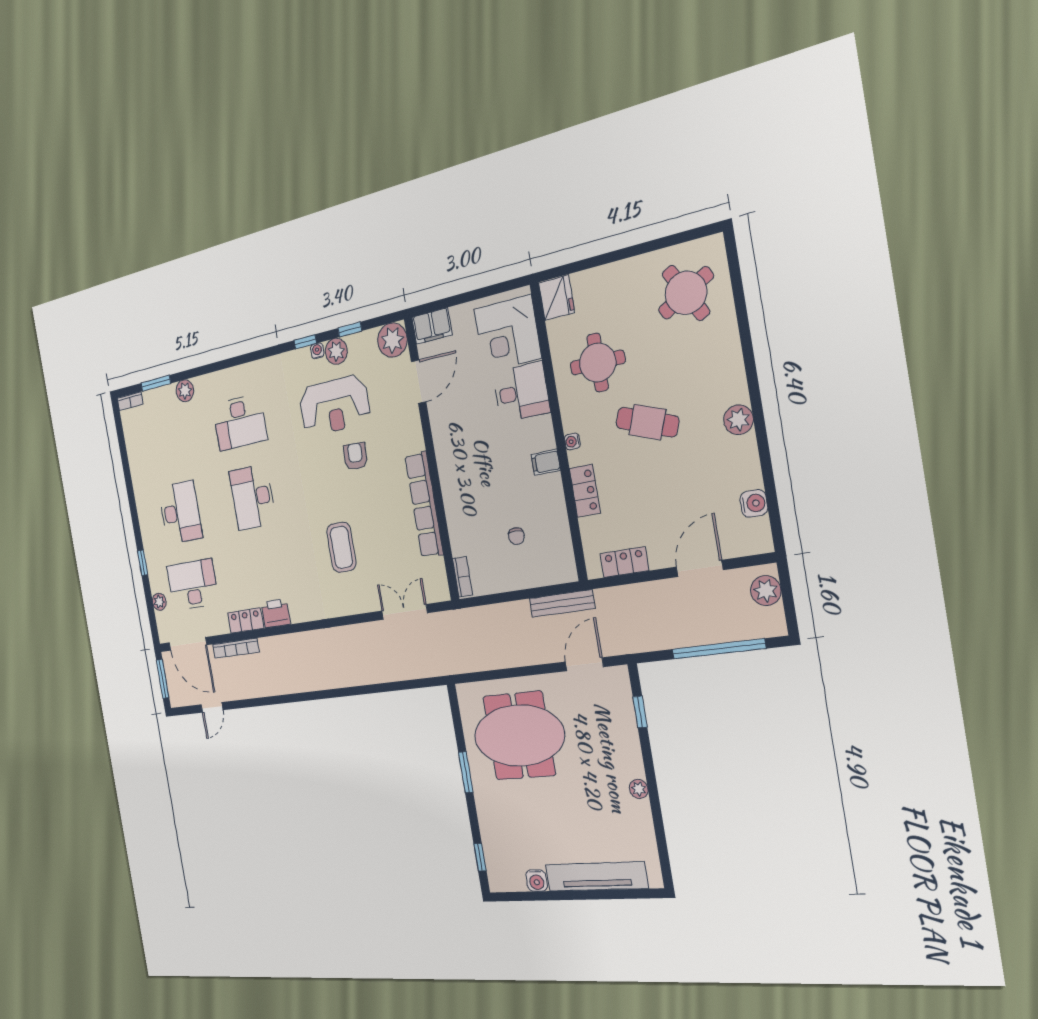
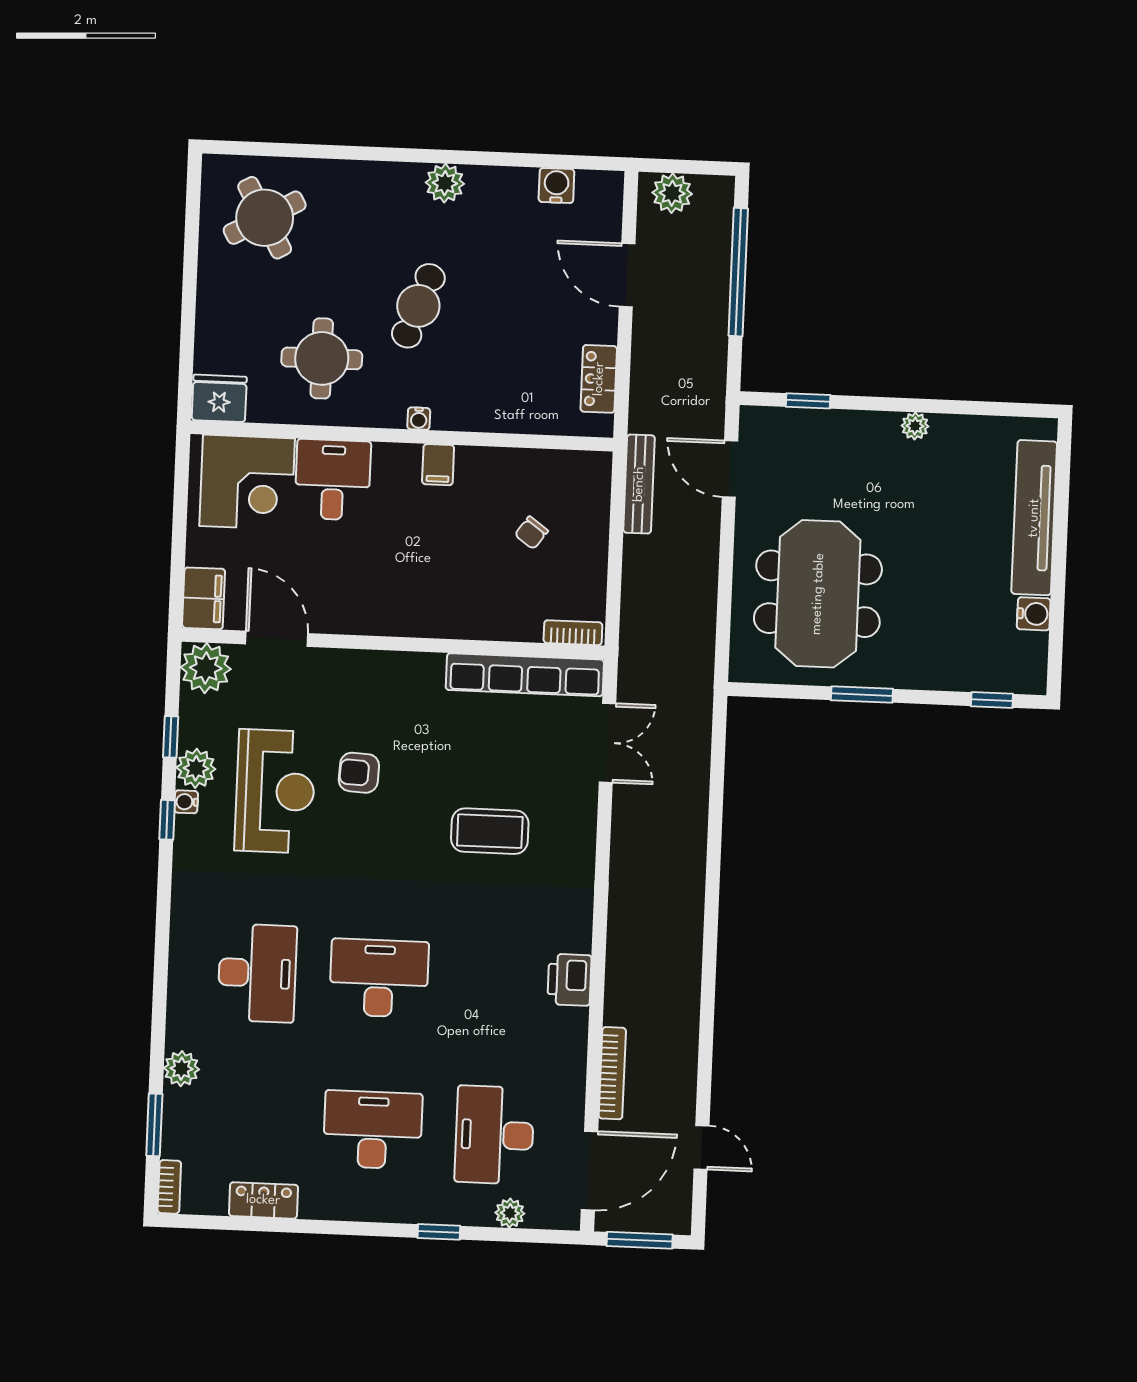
locker: (585, 491) -> (490, 415), removed
desk: (253, 497) -> (379, 978), turned 180
row of seats: (424, 505) -> (525, 675), moved
chair: (516, 536) -> (531, 533), turned 126
double door: (405, 612) -> (607, 743), swing flipped
locker: (246, 620) -> (263, 1200), moved, turned 90

